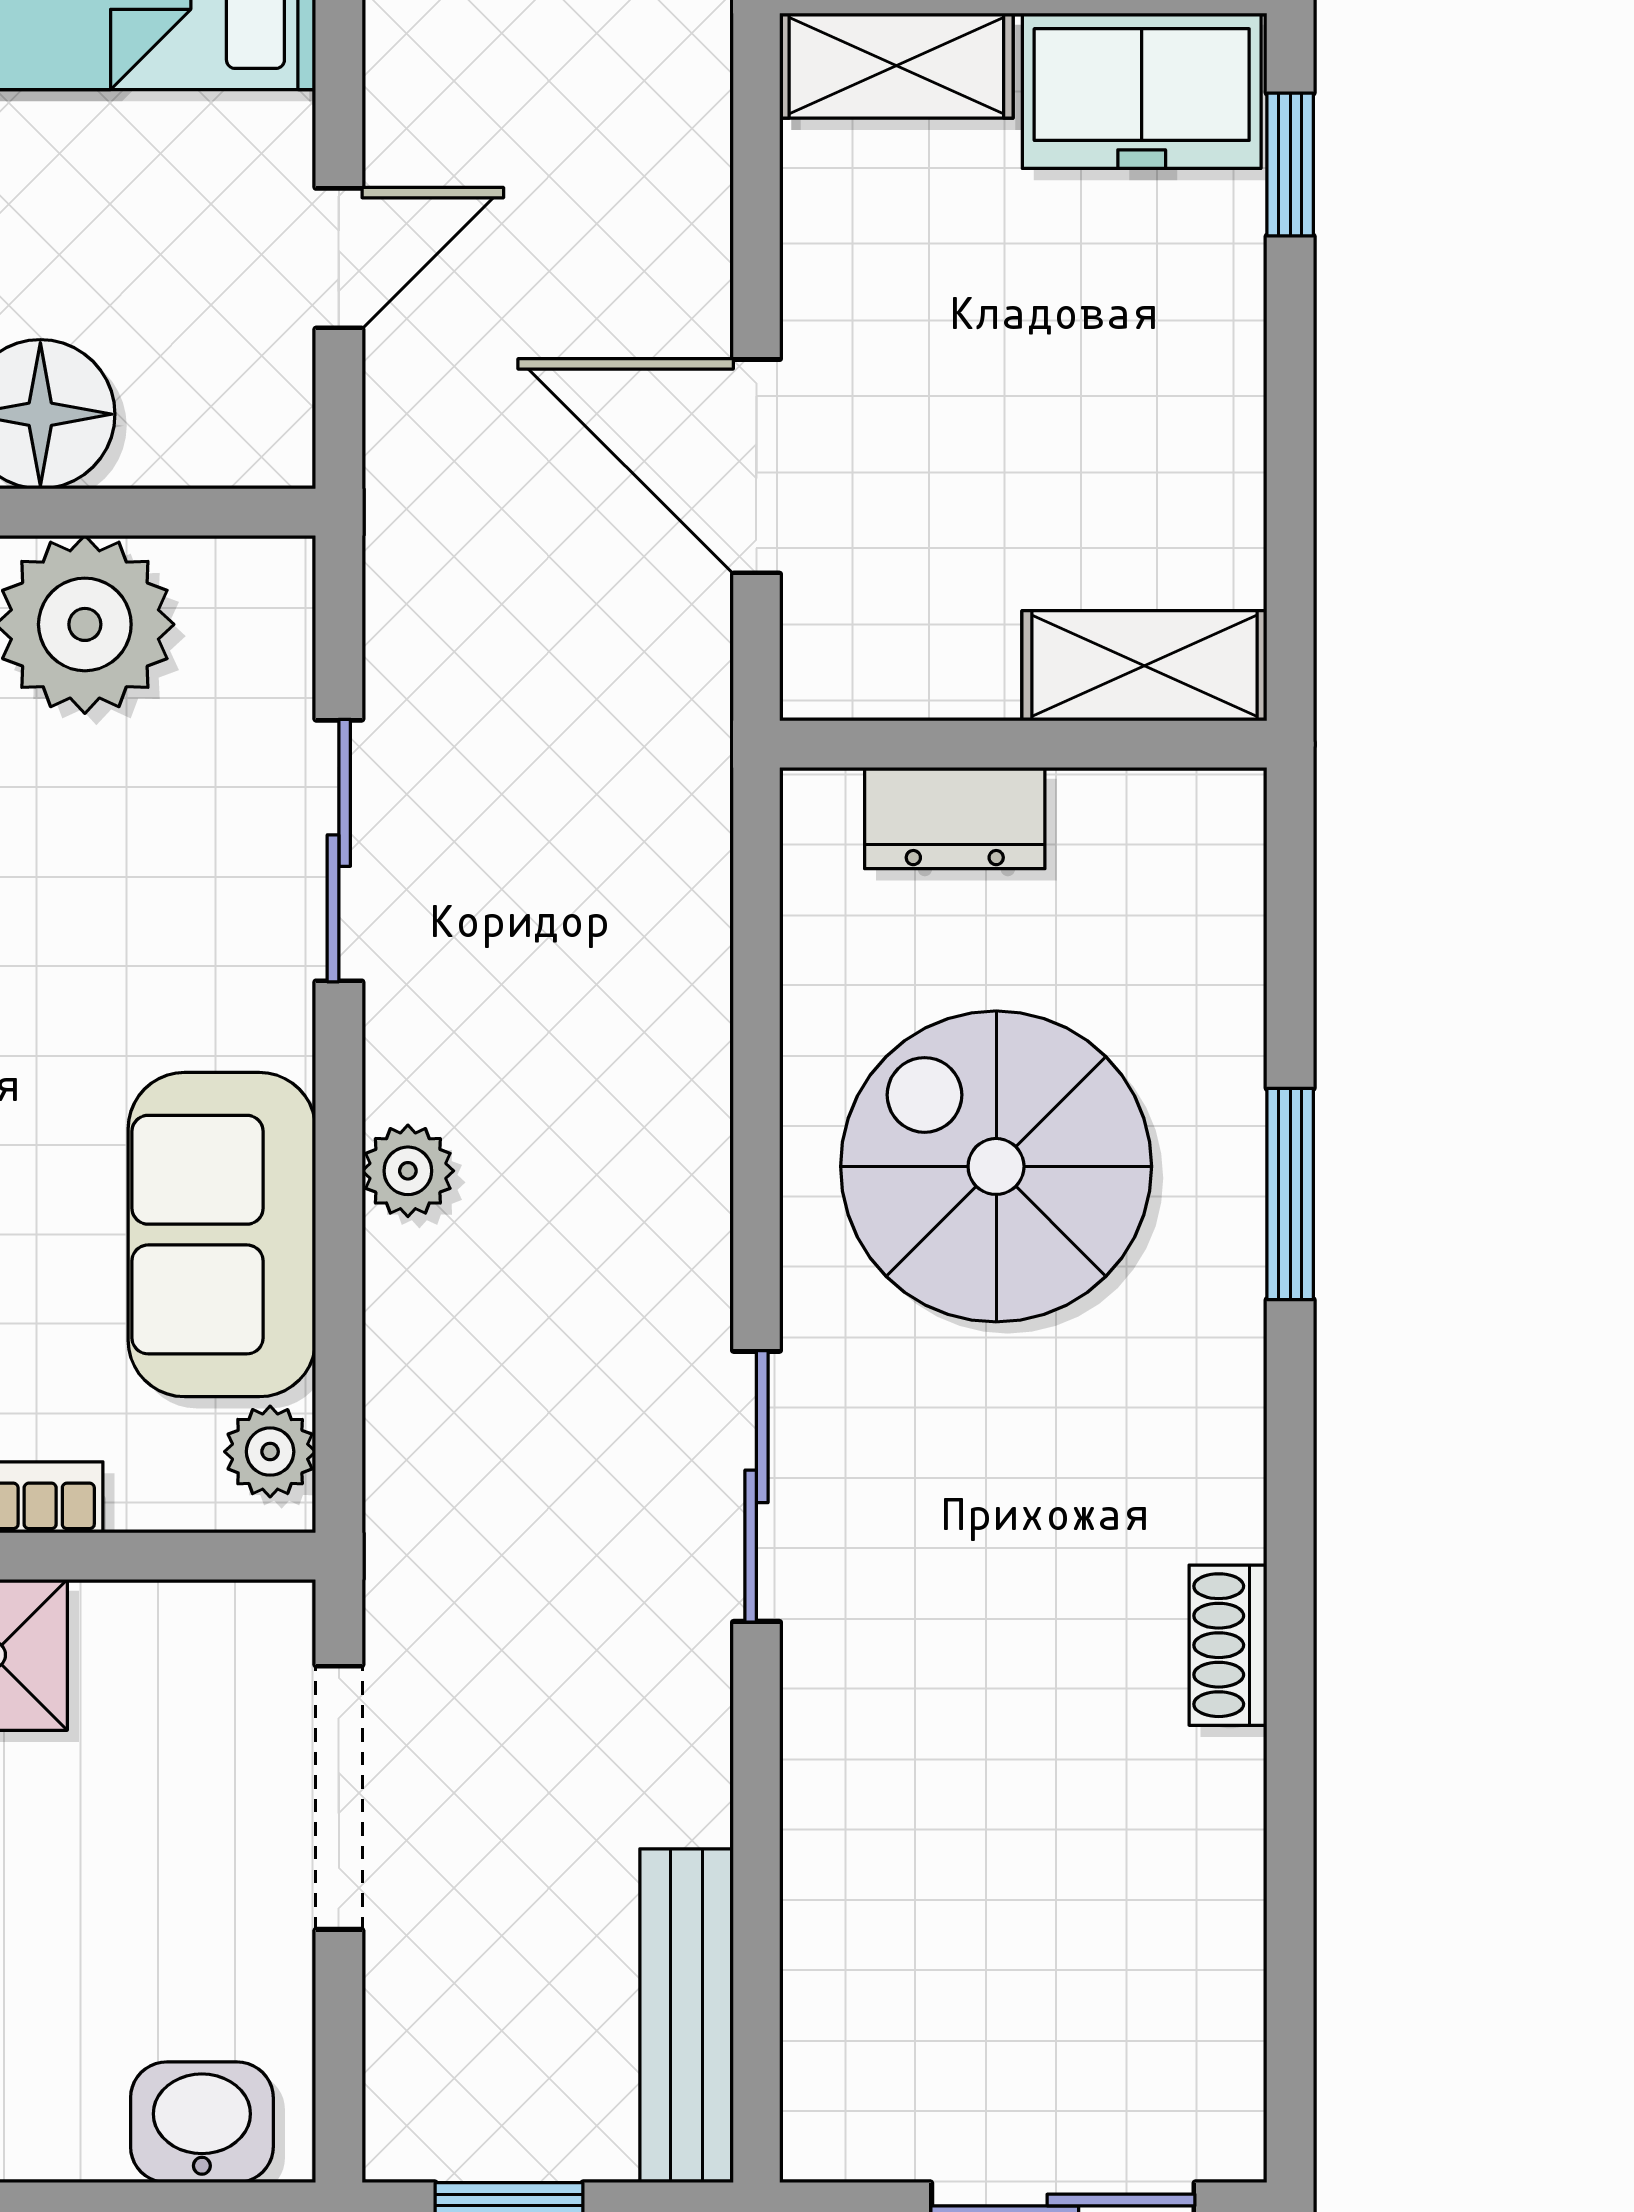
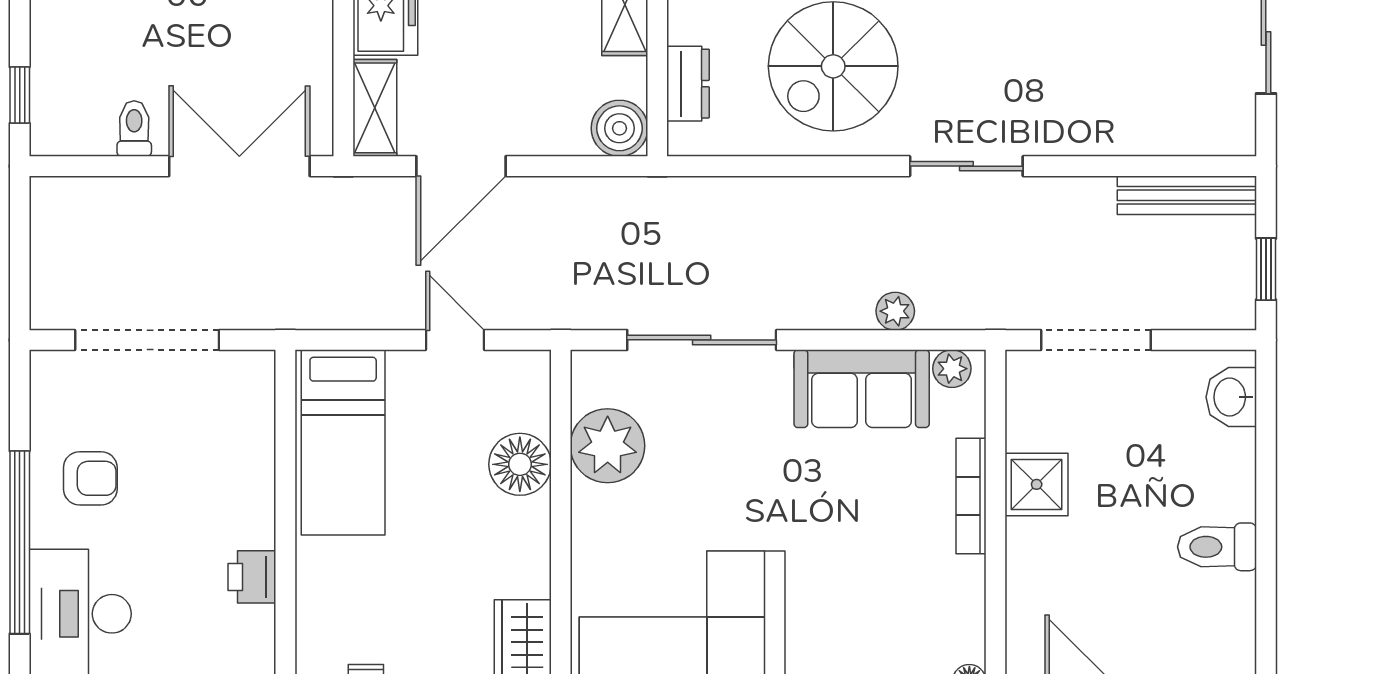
door: (756, 466) -> (461, 166), moved
boiler: (847, 653) -> (619, 128), added
sliding door: (339, 851) -> (702, 340), width x1.37
plant: (408, 1171) -> (895, 311), moved

